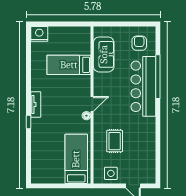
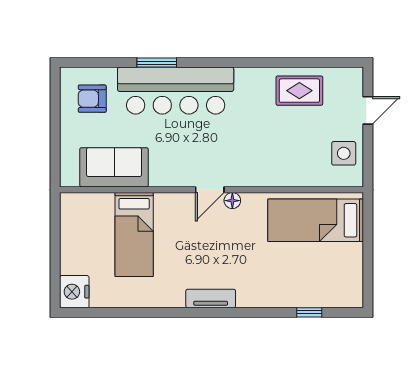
window: (158, 77) -> (157, 63), width x0.47
door: (92, 104) -> (210, 190), swing flipped
window: (29, 122) -> (309, 312), moved
rug: (115, 141) -> (299, 91), moved

